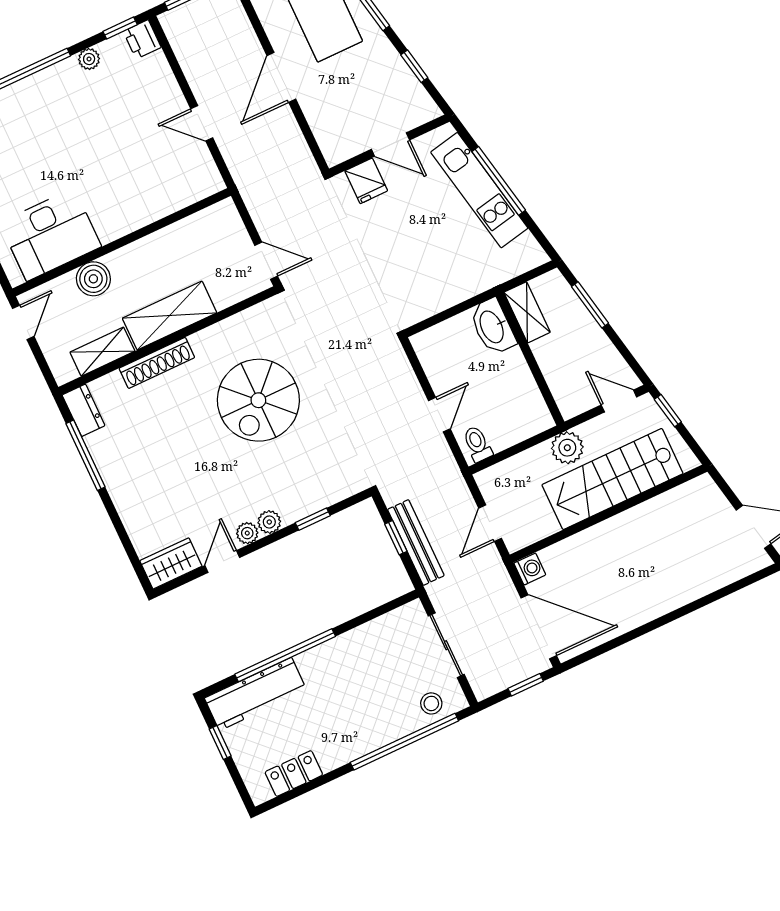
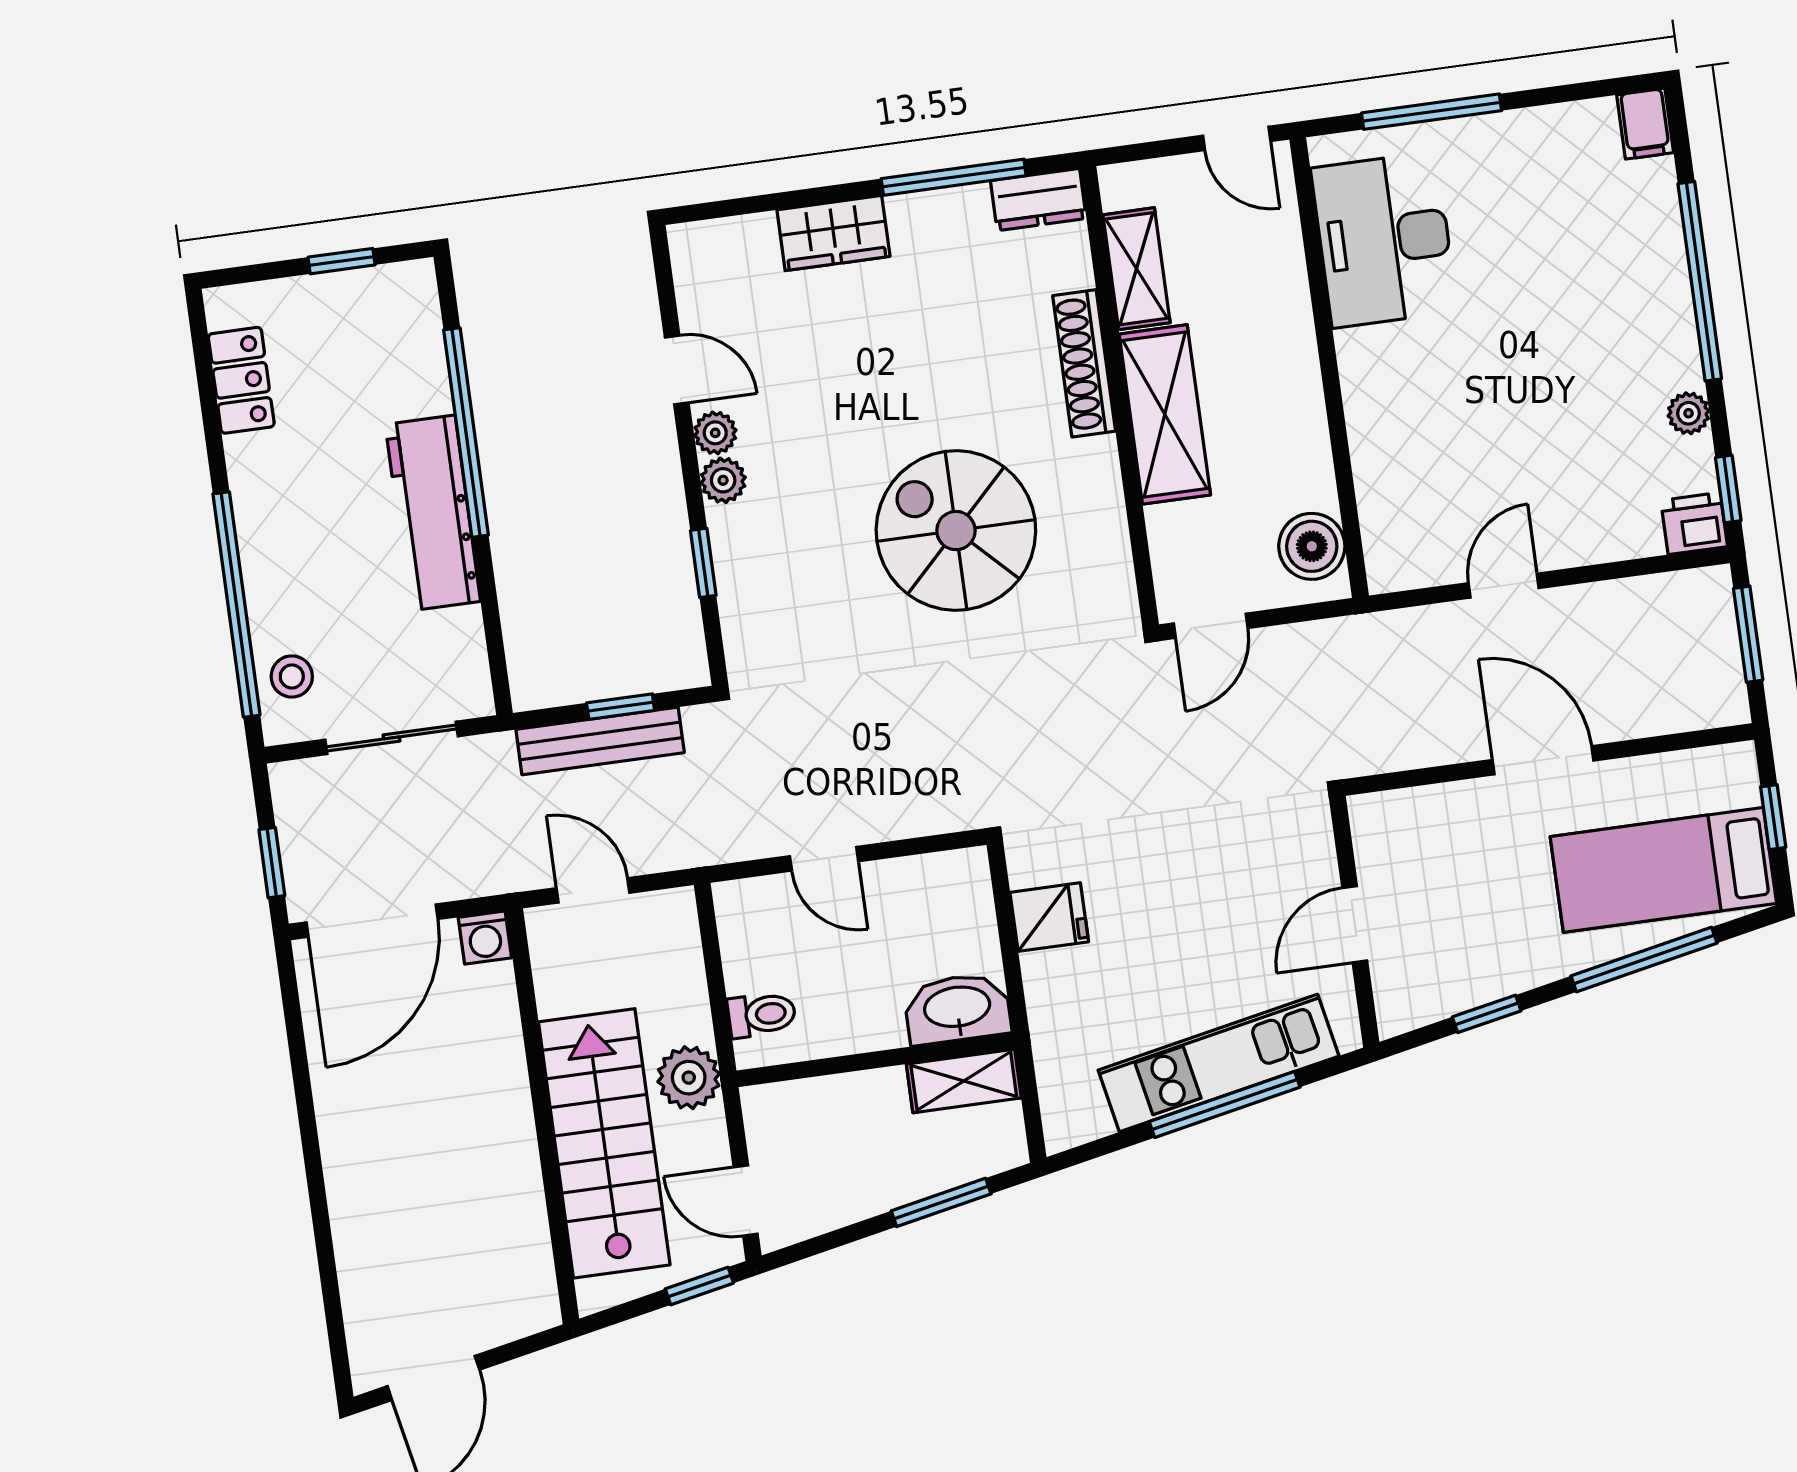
fridge: (366, 181) -> (1049, 917), moved, turned 180
boiler: (93, 279) -> (1312, 546), moved
door: (619, 401) -> (746, 1201), swing flipped
toilet: (477, 444) -> (762, 1015), moved
wardrobe: (171, 563) -> (833, 233), moved, turned 90
workbench: (255, 694) -> (433, 513), moved

